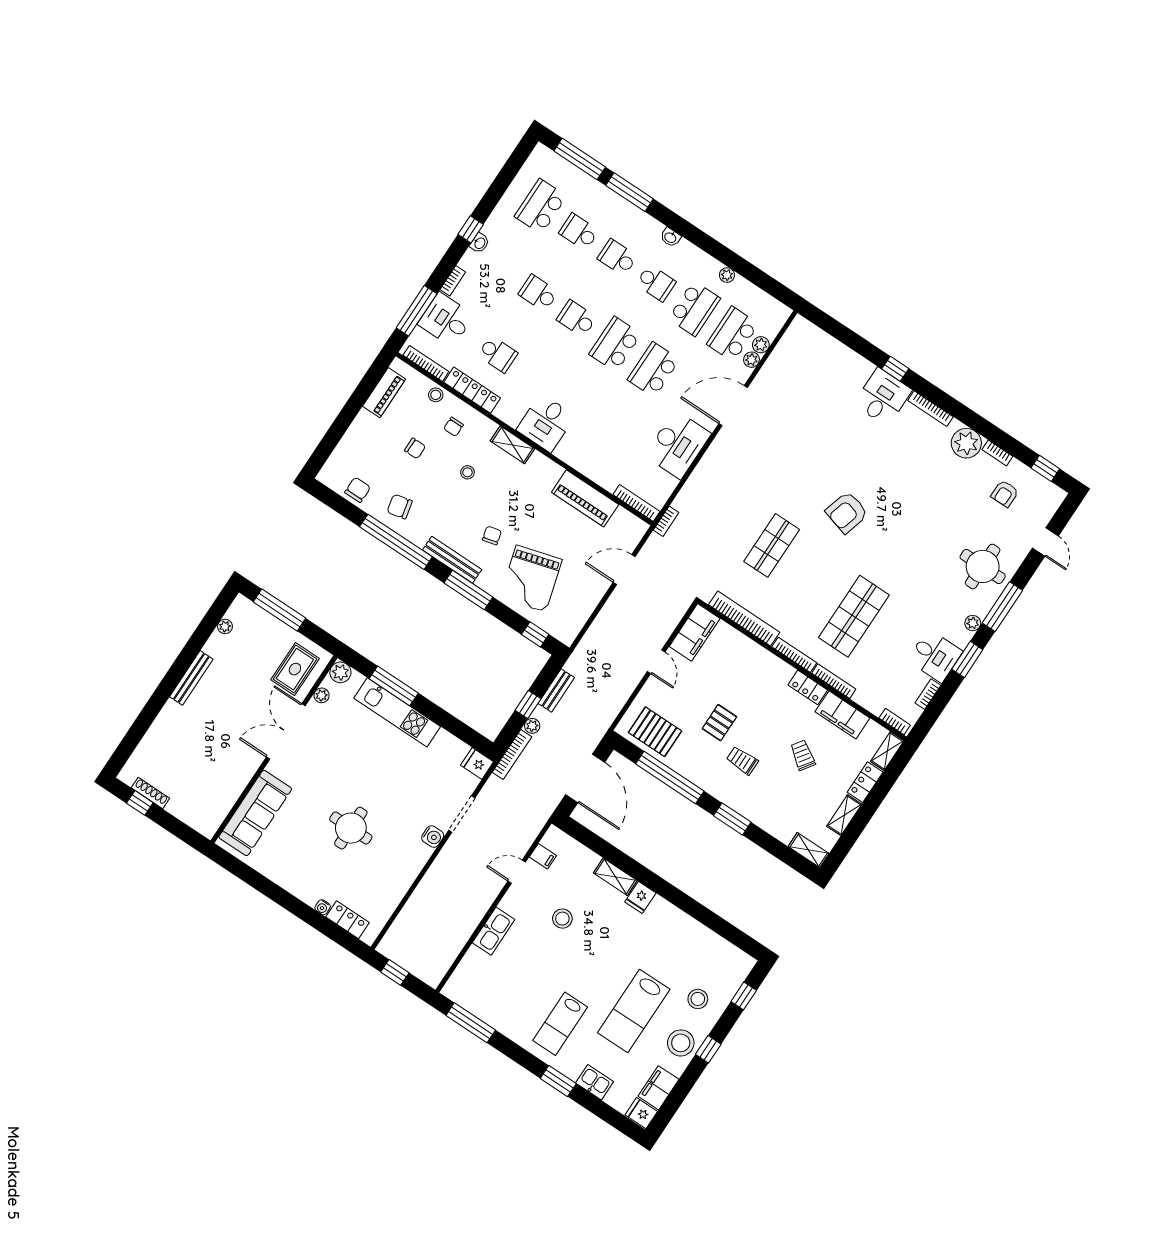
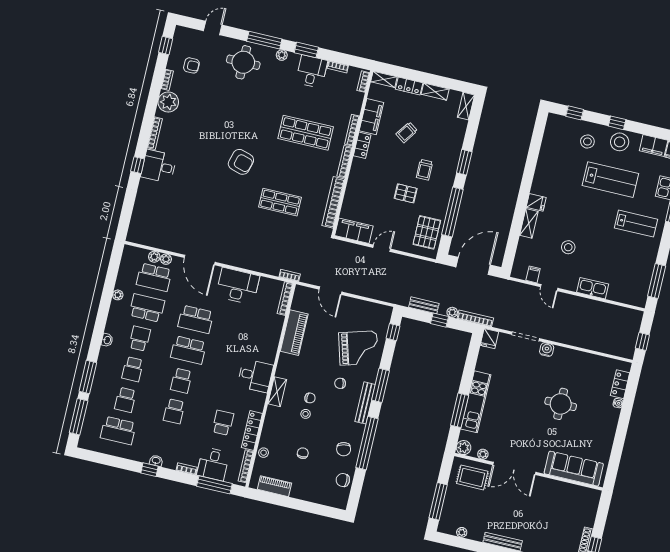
chair: (453, 427) -> (310, 398), moved

